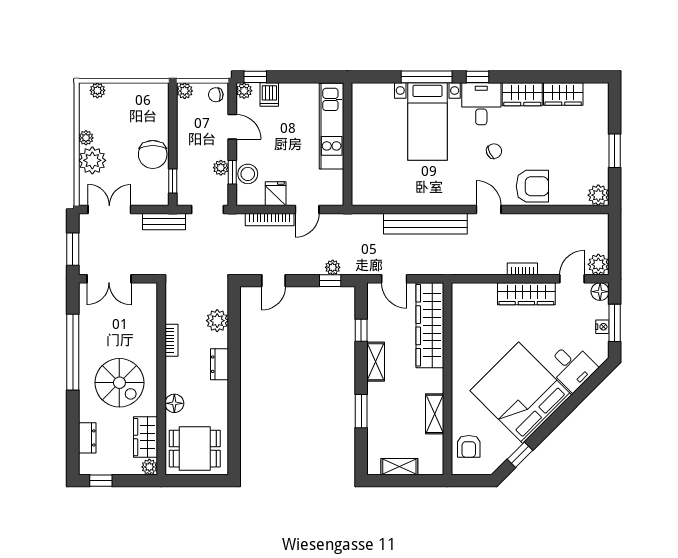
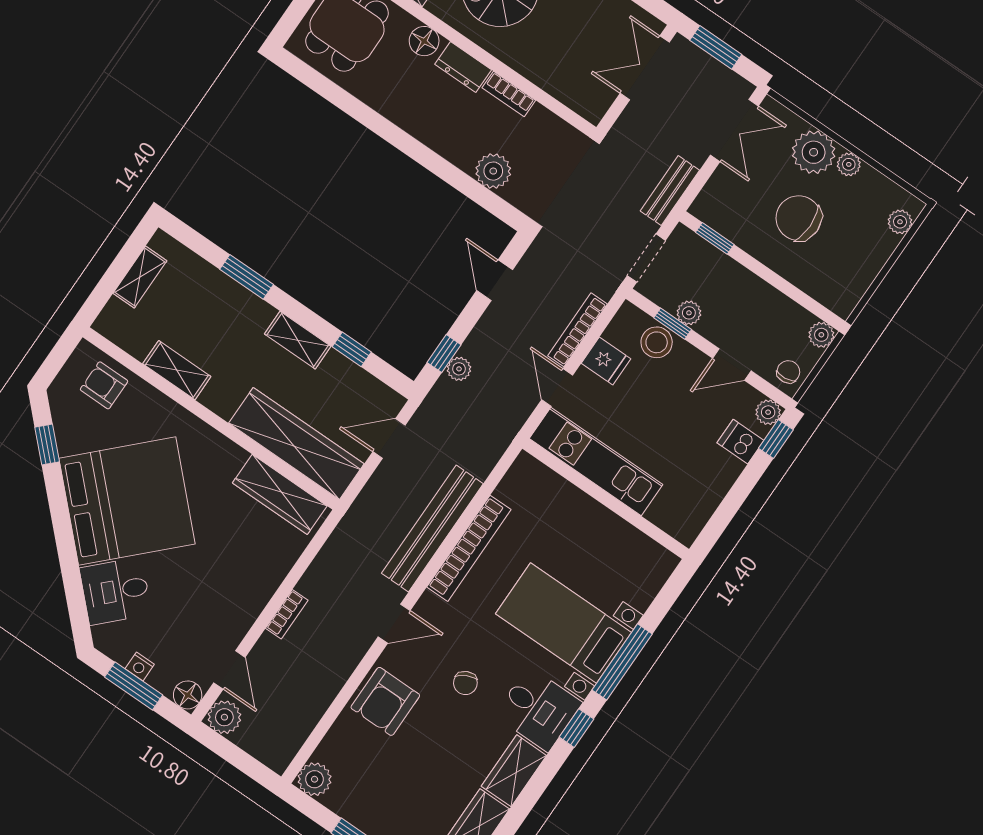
kitchen unit: (332, 126) -> (596, 461), moved
chair: (153, 154) -> (799, 218), moved
bookcase: (423, 198) -> (469, 548), added
wardrobe: (526, 294) -> (280, 494), moved, turned -90
dresser: (220, 364) -> (463, 67), moved, turned 180

